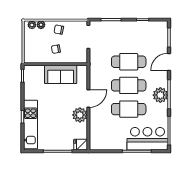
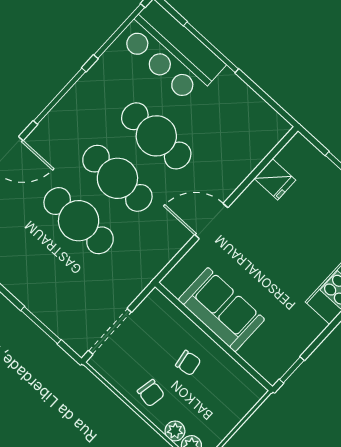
plant: (160, 95) -> (77, 109), removed
plant: (80, 115) -> (254, 206), removed
fridge: (81, 145) -> (275, 179), moved

